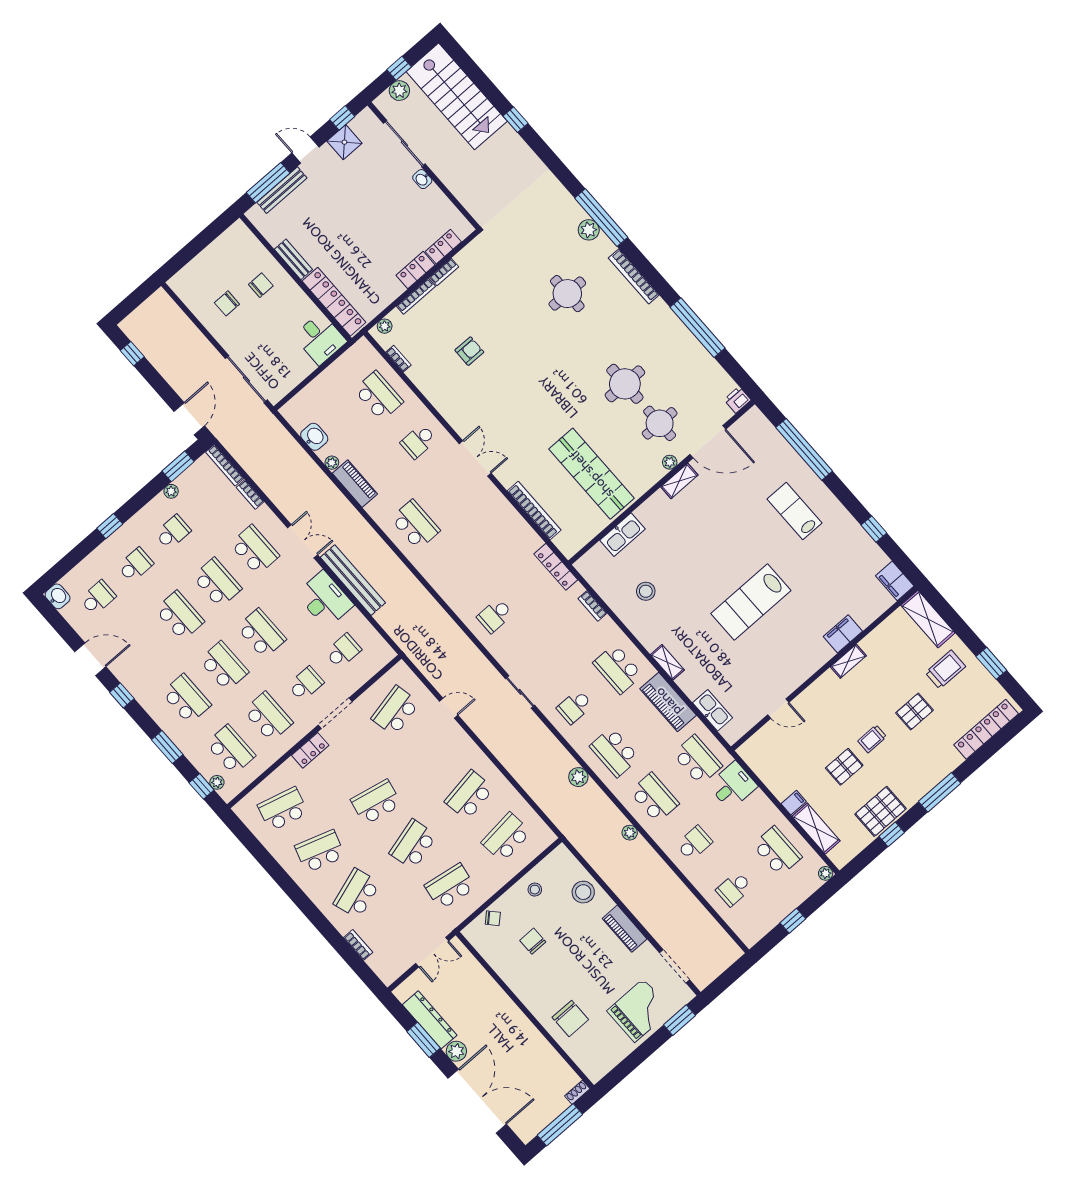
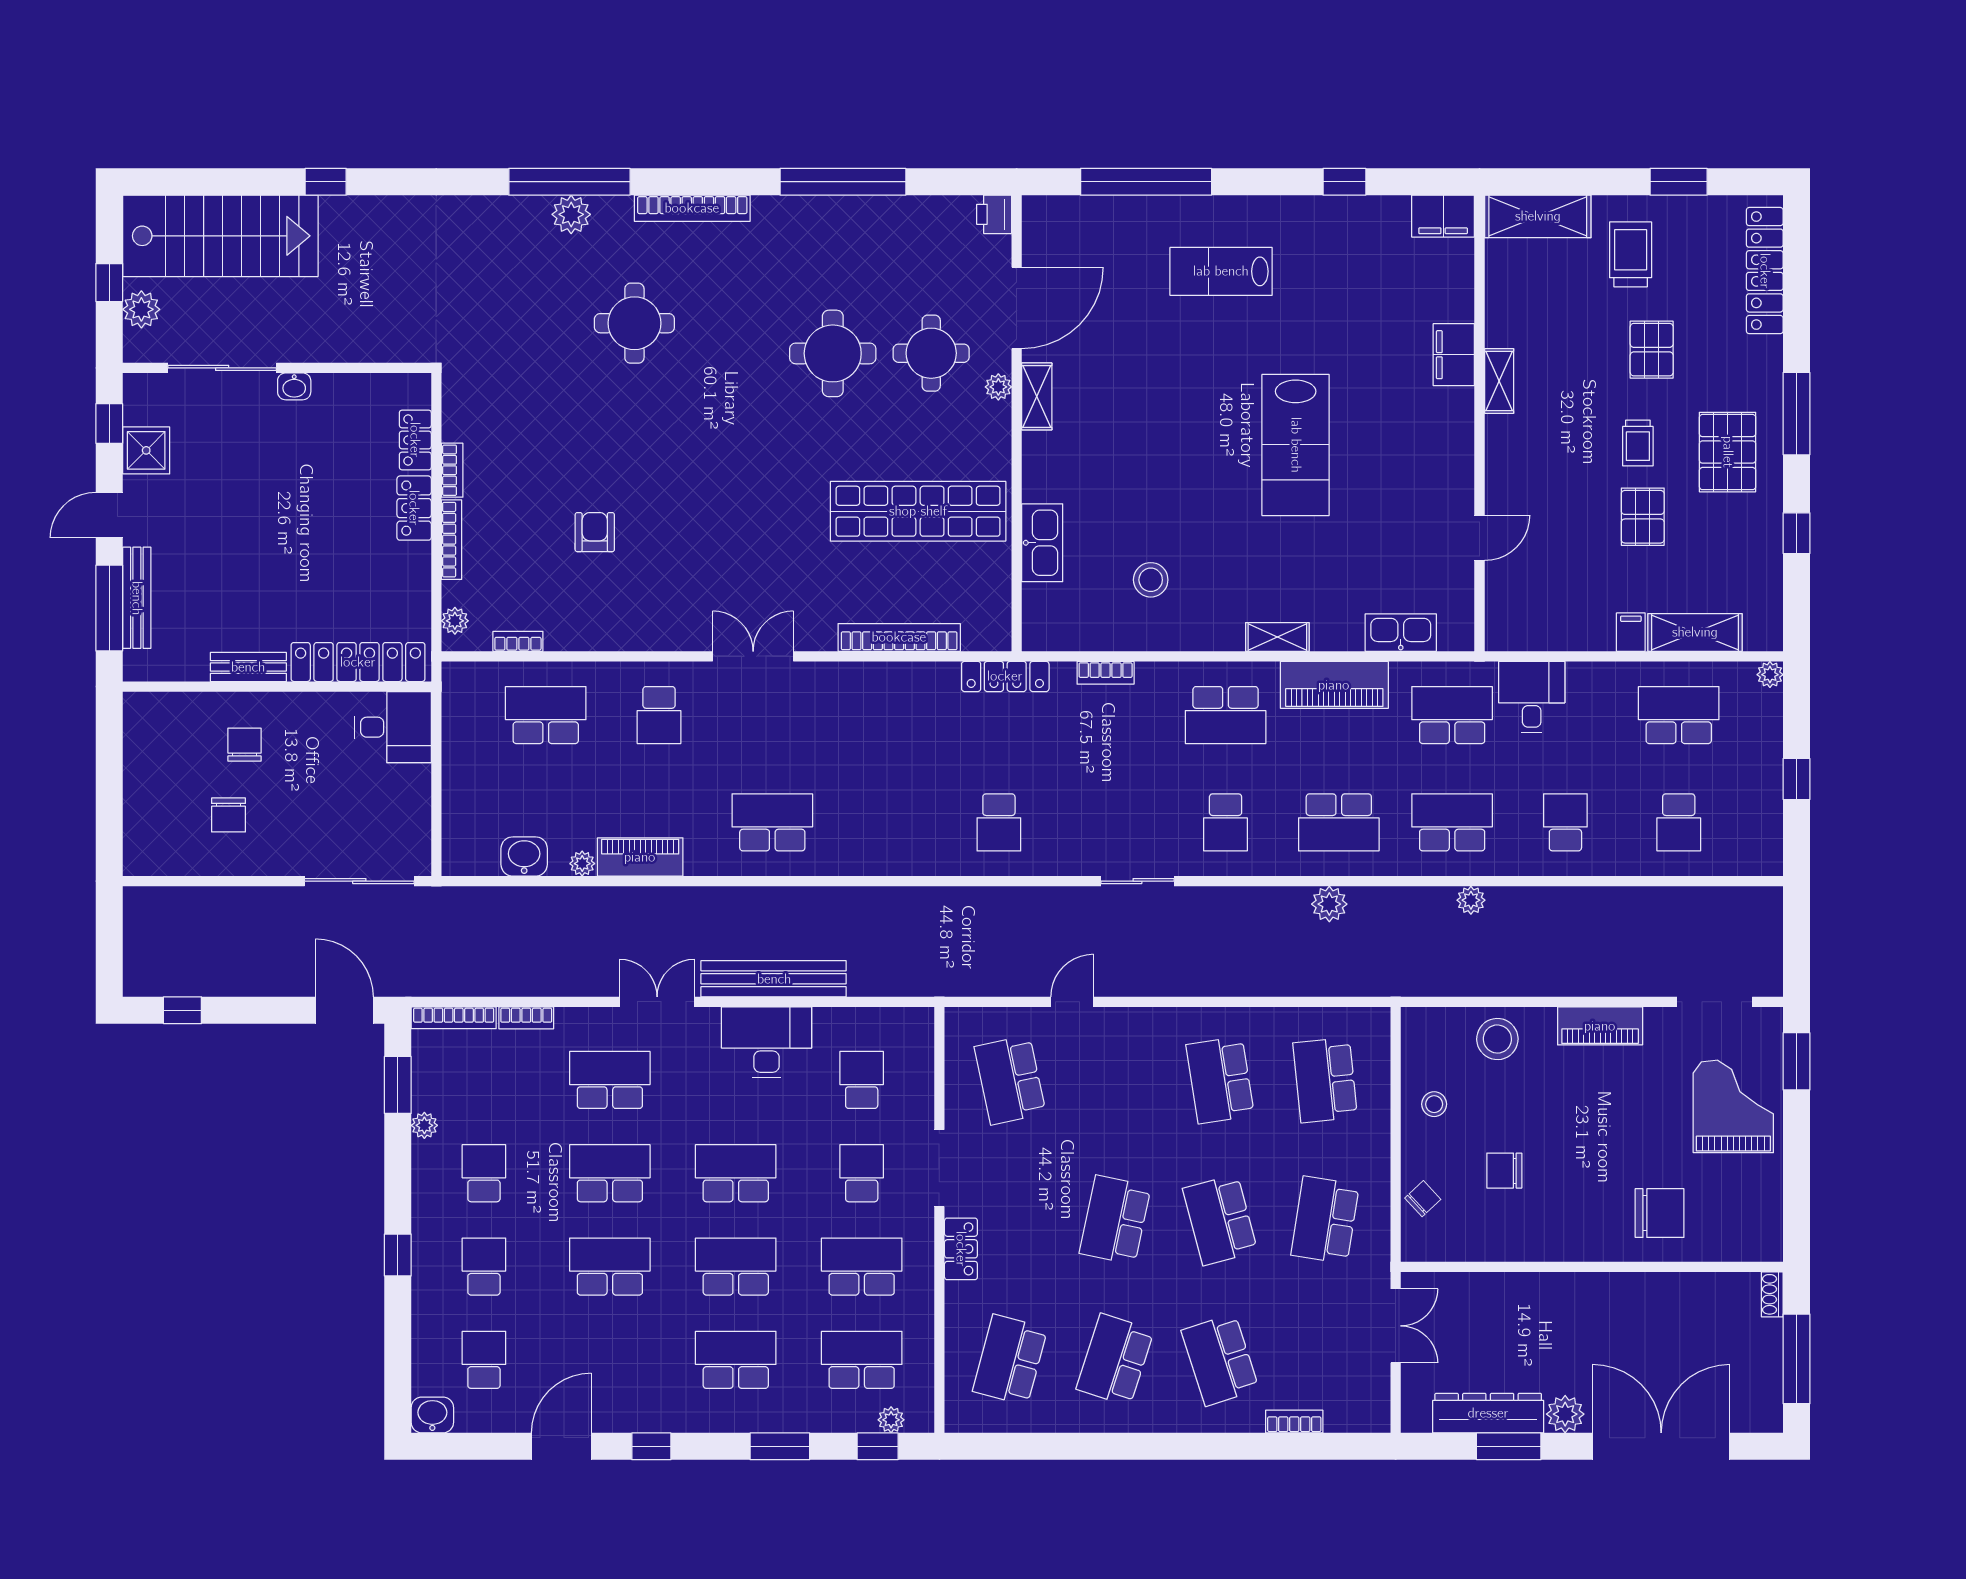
pallet: (881, 811) -> (1728, 452), moved

